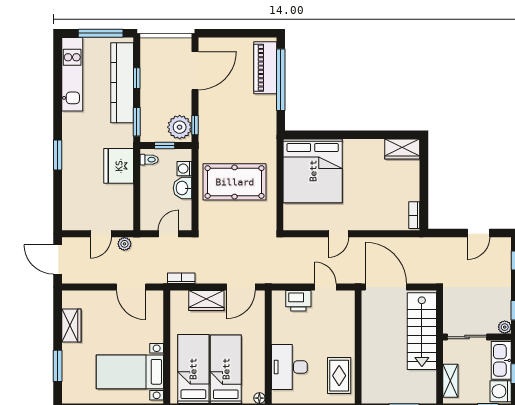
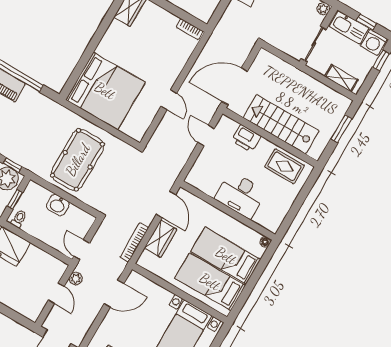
washing machine: (184, 169) -> (43, 194), removed
door: (168, 234) -> (81, 250), moved
bookcase: (181, 278) -> (134, 242), width x1.56
door: (325, 287) -> (206, 136), hinge flipped
printer: (298, 301) -> (246, 138), moved, turned 90
stairs: (422, 331) -> (281, 124), moved, turned 180
desk: (289, 367) -> (240, 195), moved

